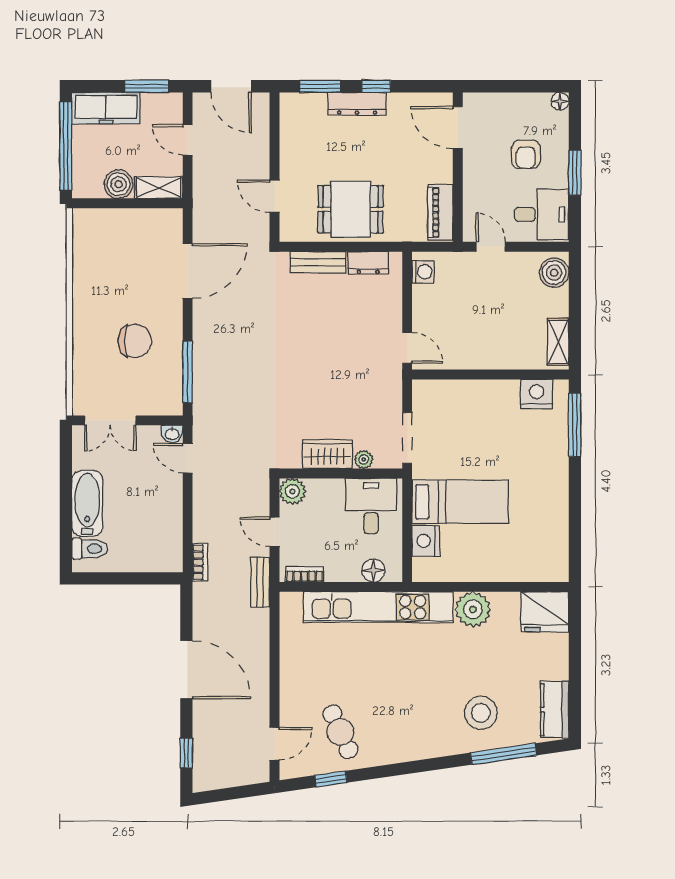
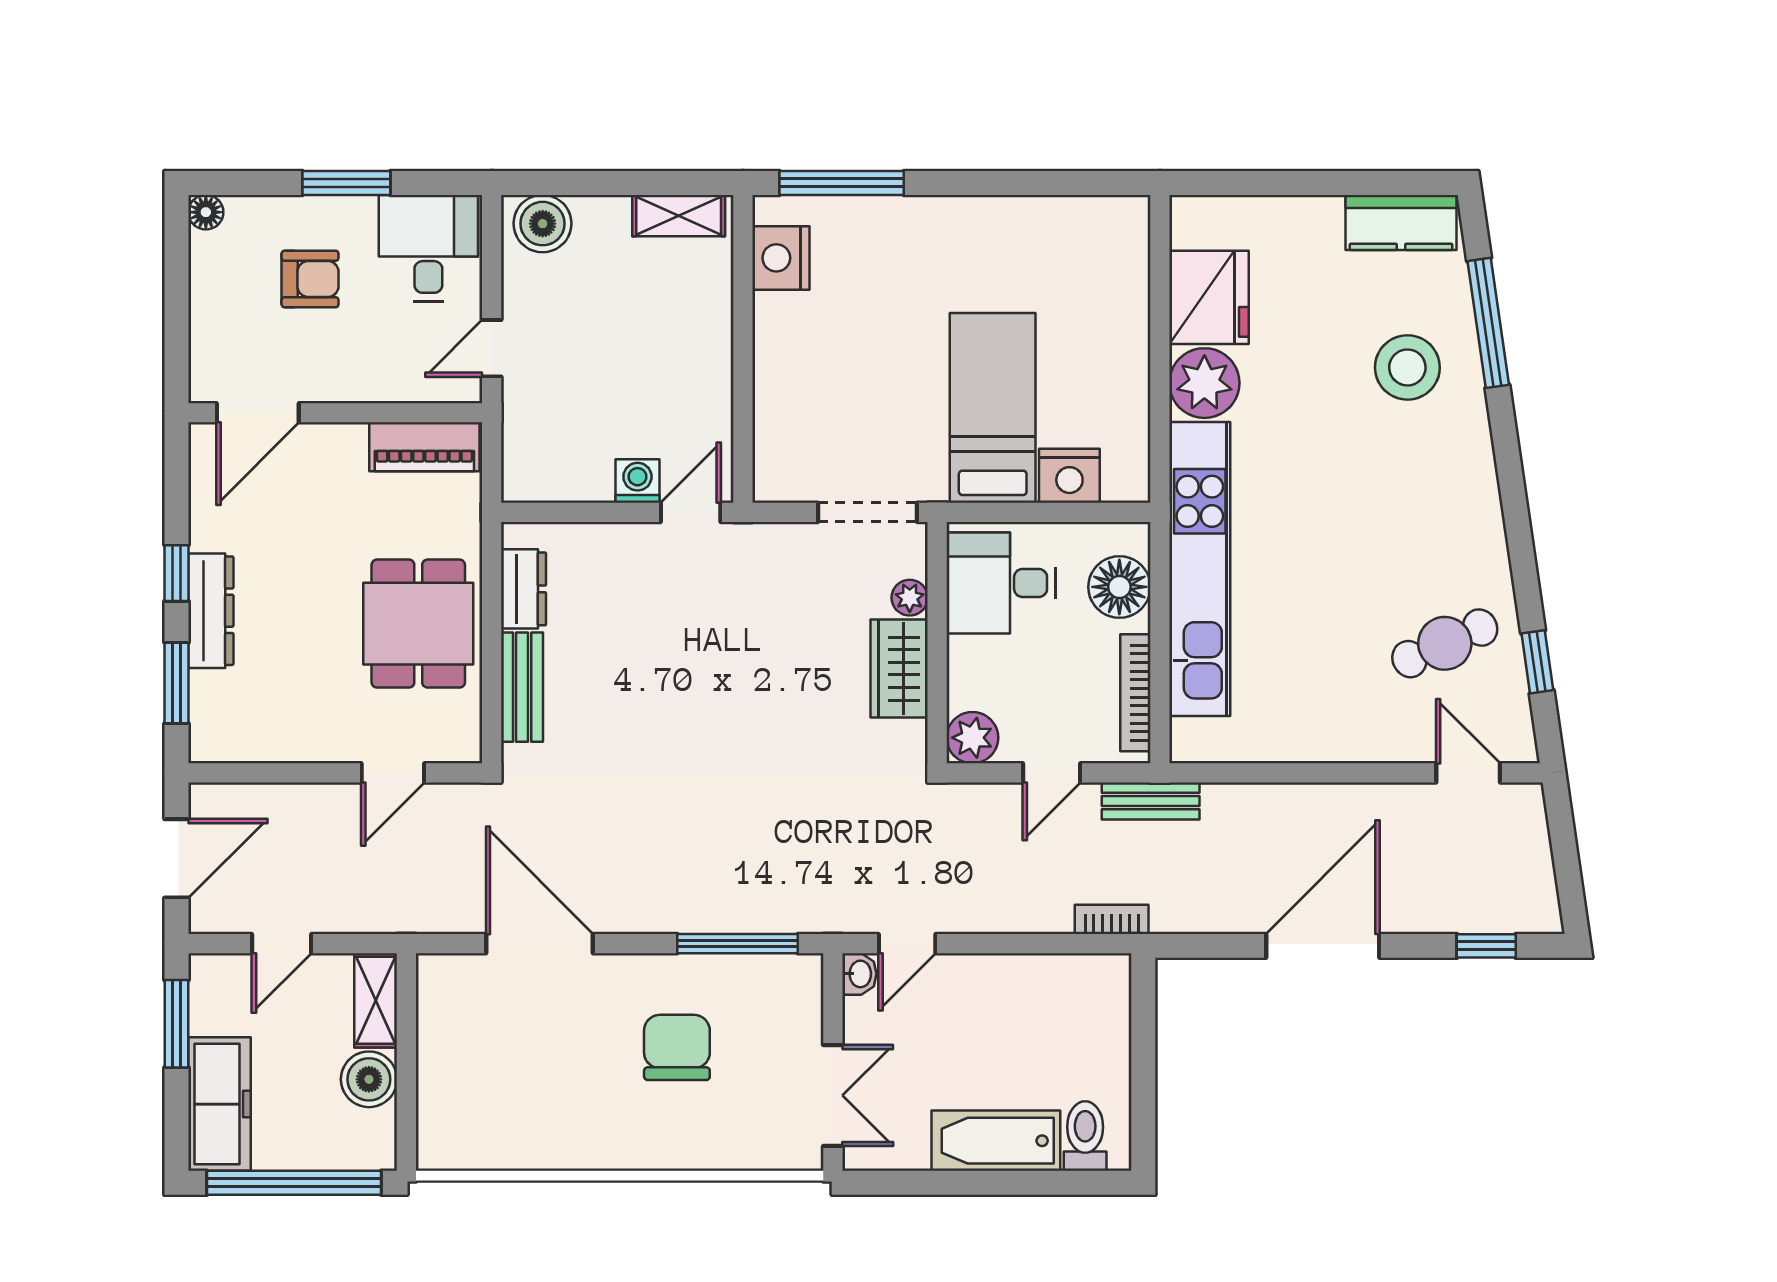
washing machine: (423, 272) -> (637, 481), moved
floor lamp: (373, 571) -> (1119, 587), width x1.38, depth x1.38
bookcase: (304, 574) -> (1135, 693), width x1.56
fridge: (545, 612) -> (1209, 297), moved

